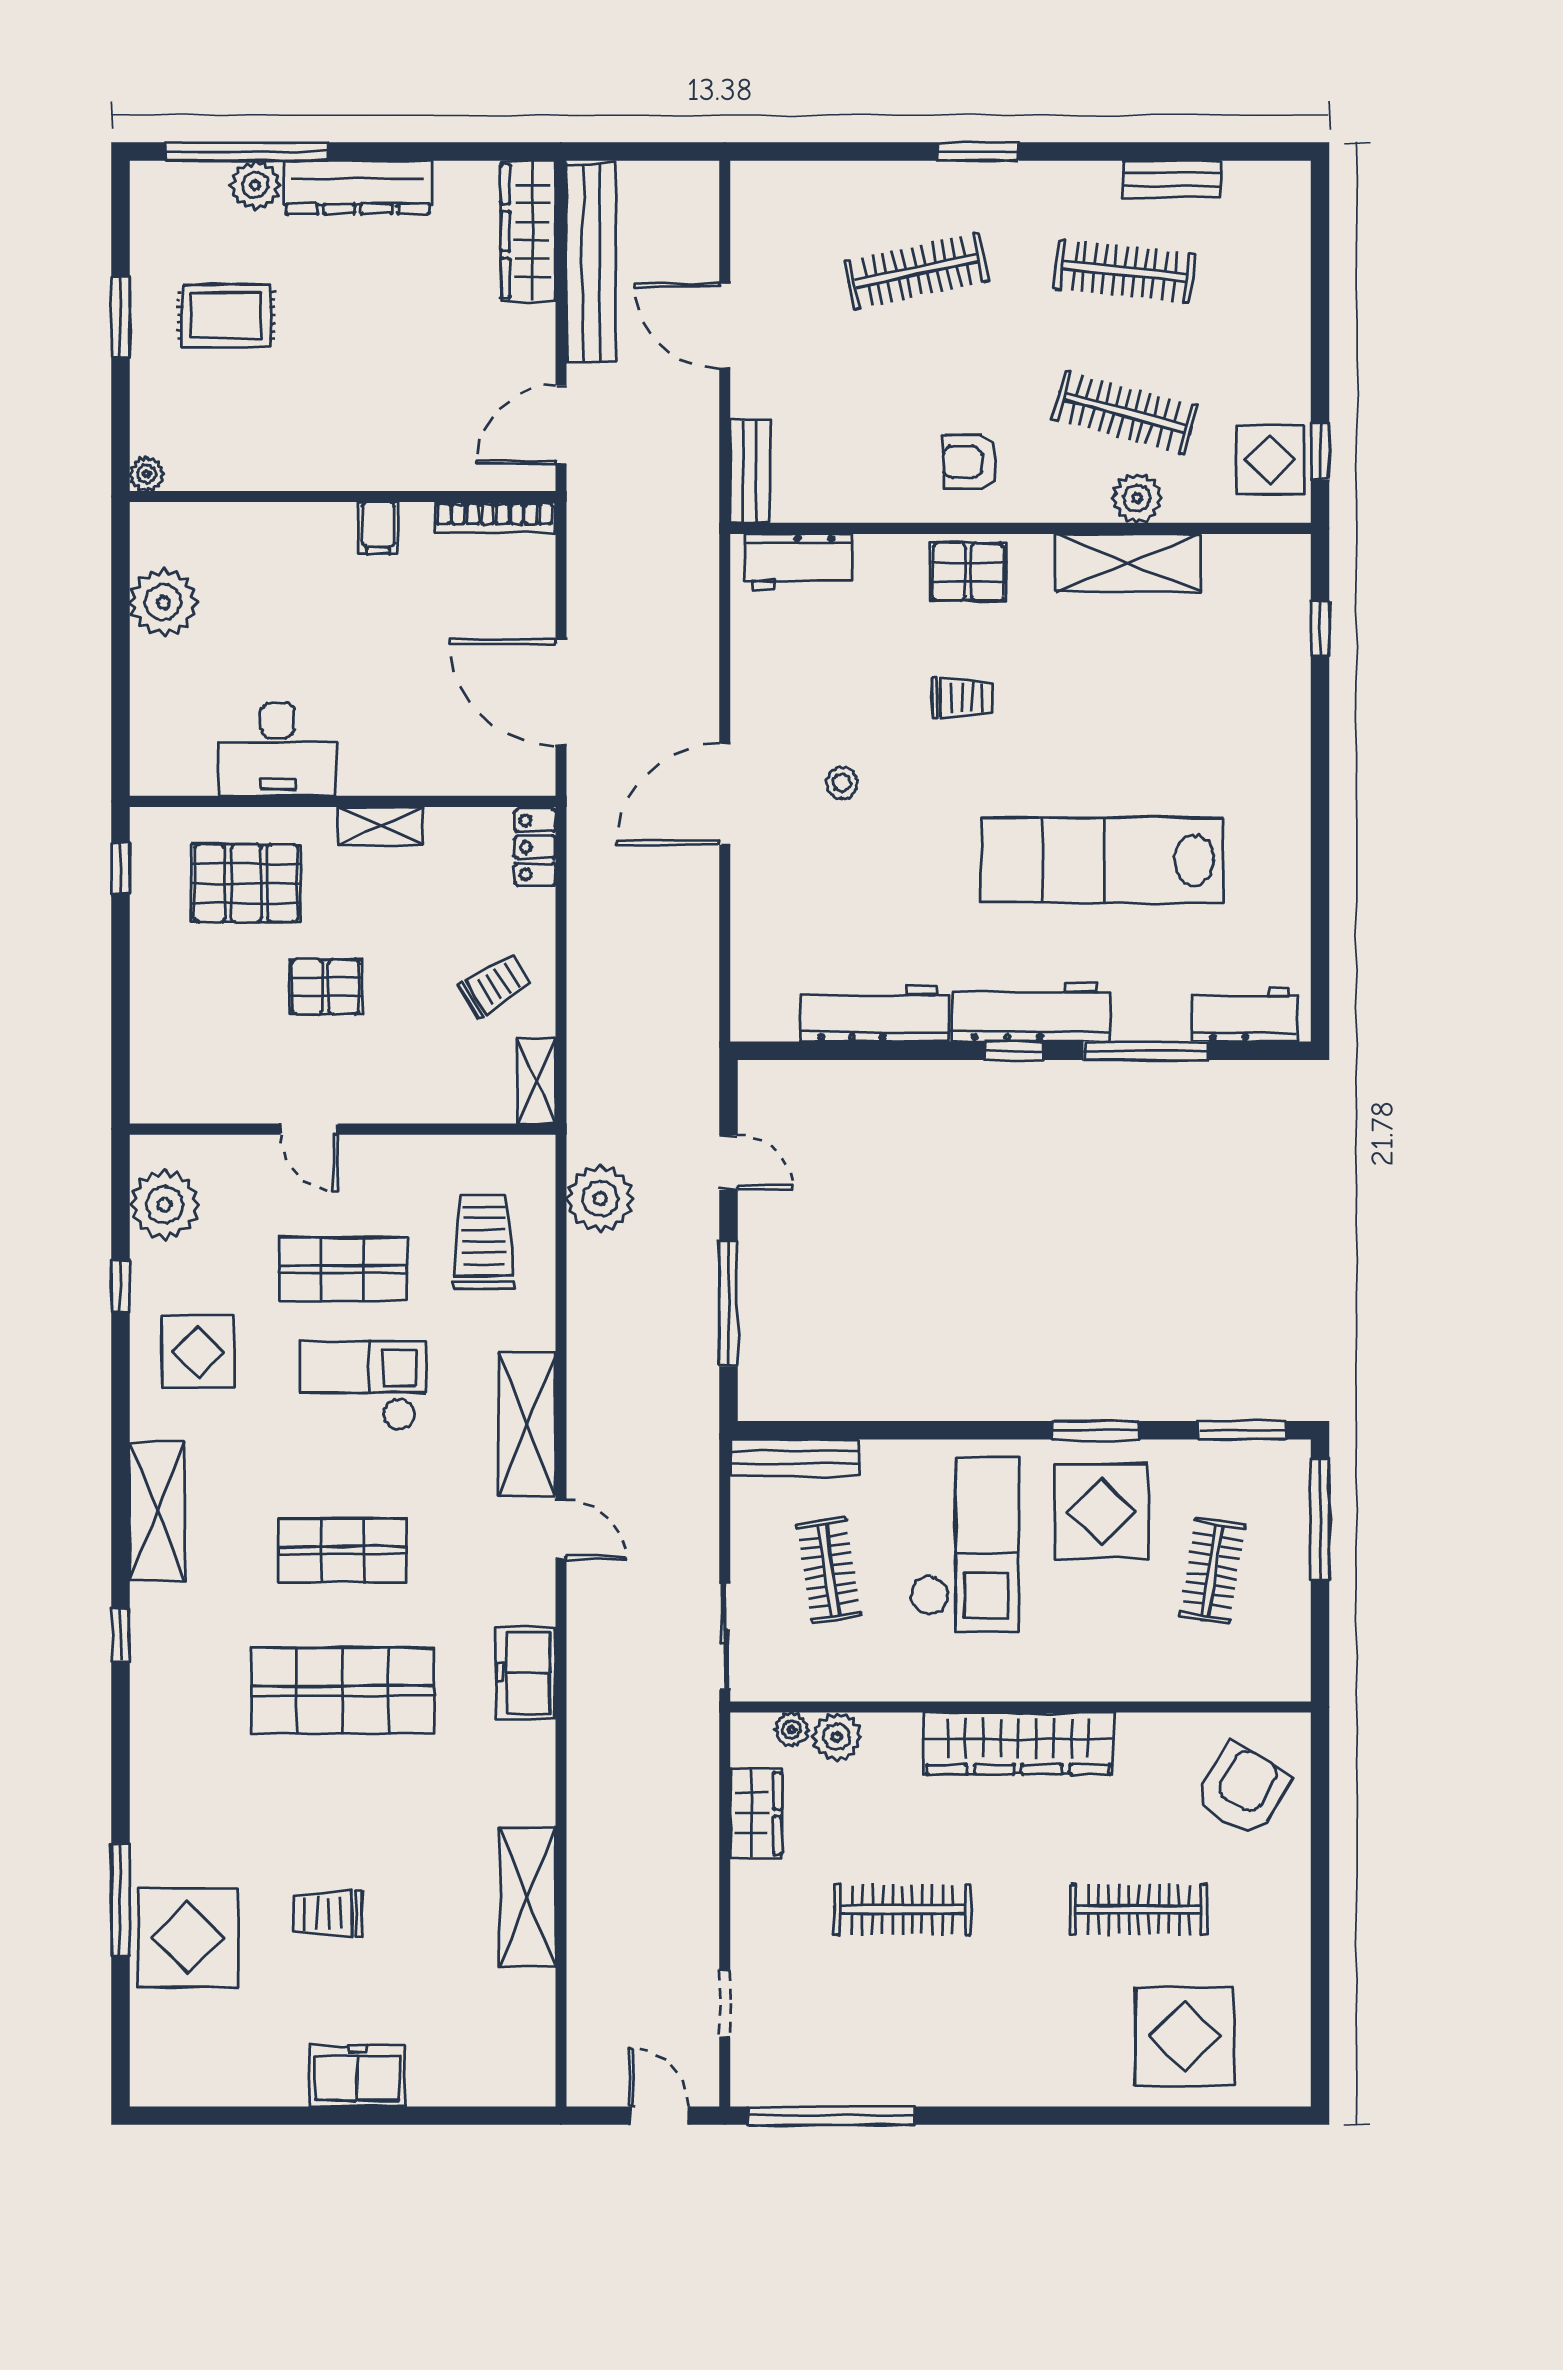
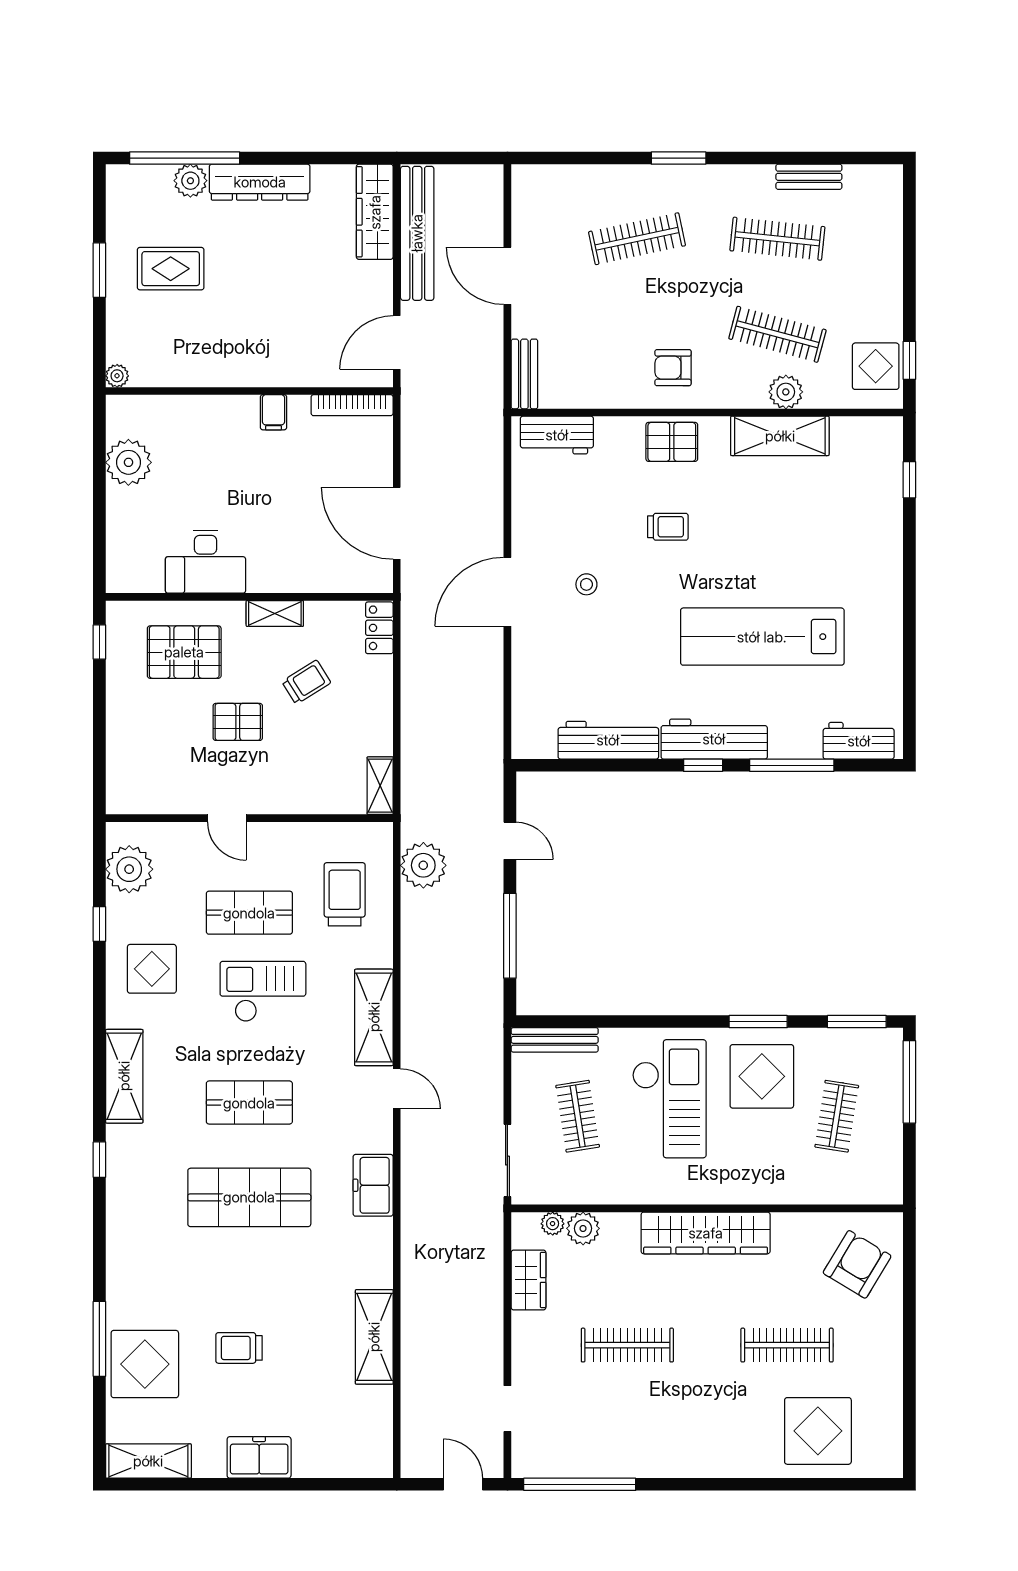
trolley: (495, 986) -> (306, 682), moved
shelving: (193, 2081) -> (148, 1461), added

